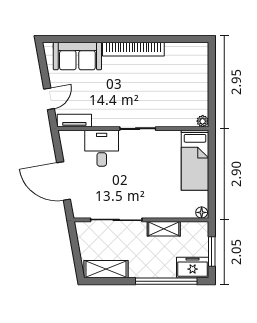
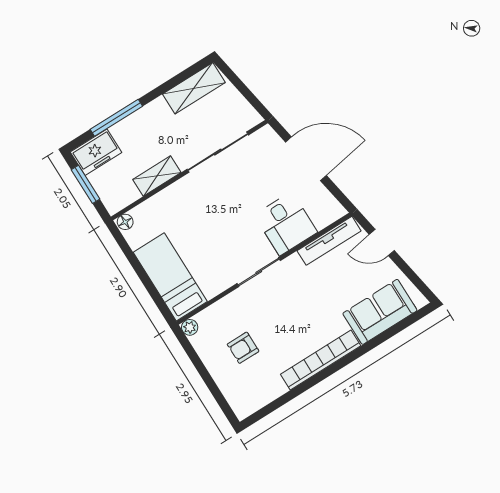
armchair: (177, 87) -> (243, 348), added
door: (49, 99) -> (382, 242), hinge flipped
tv unit: (74, 121) -> (329, 241), width x1.41
window: (166, 281) -> (116, 118), width x0.68

